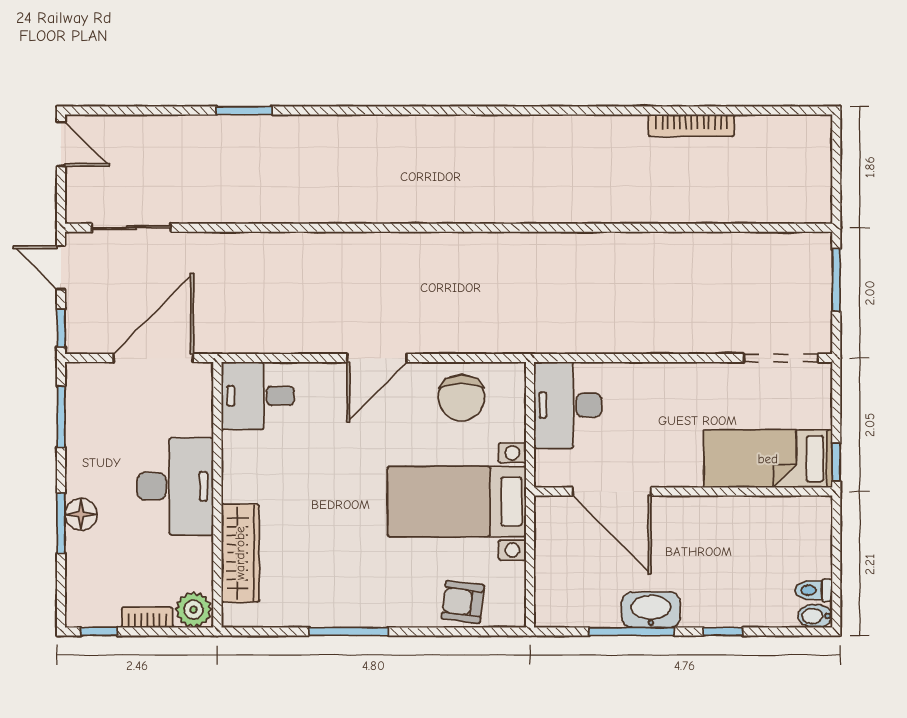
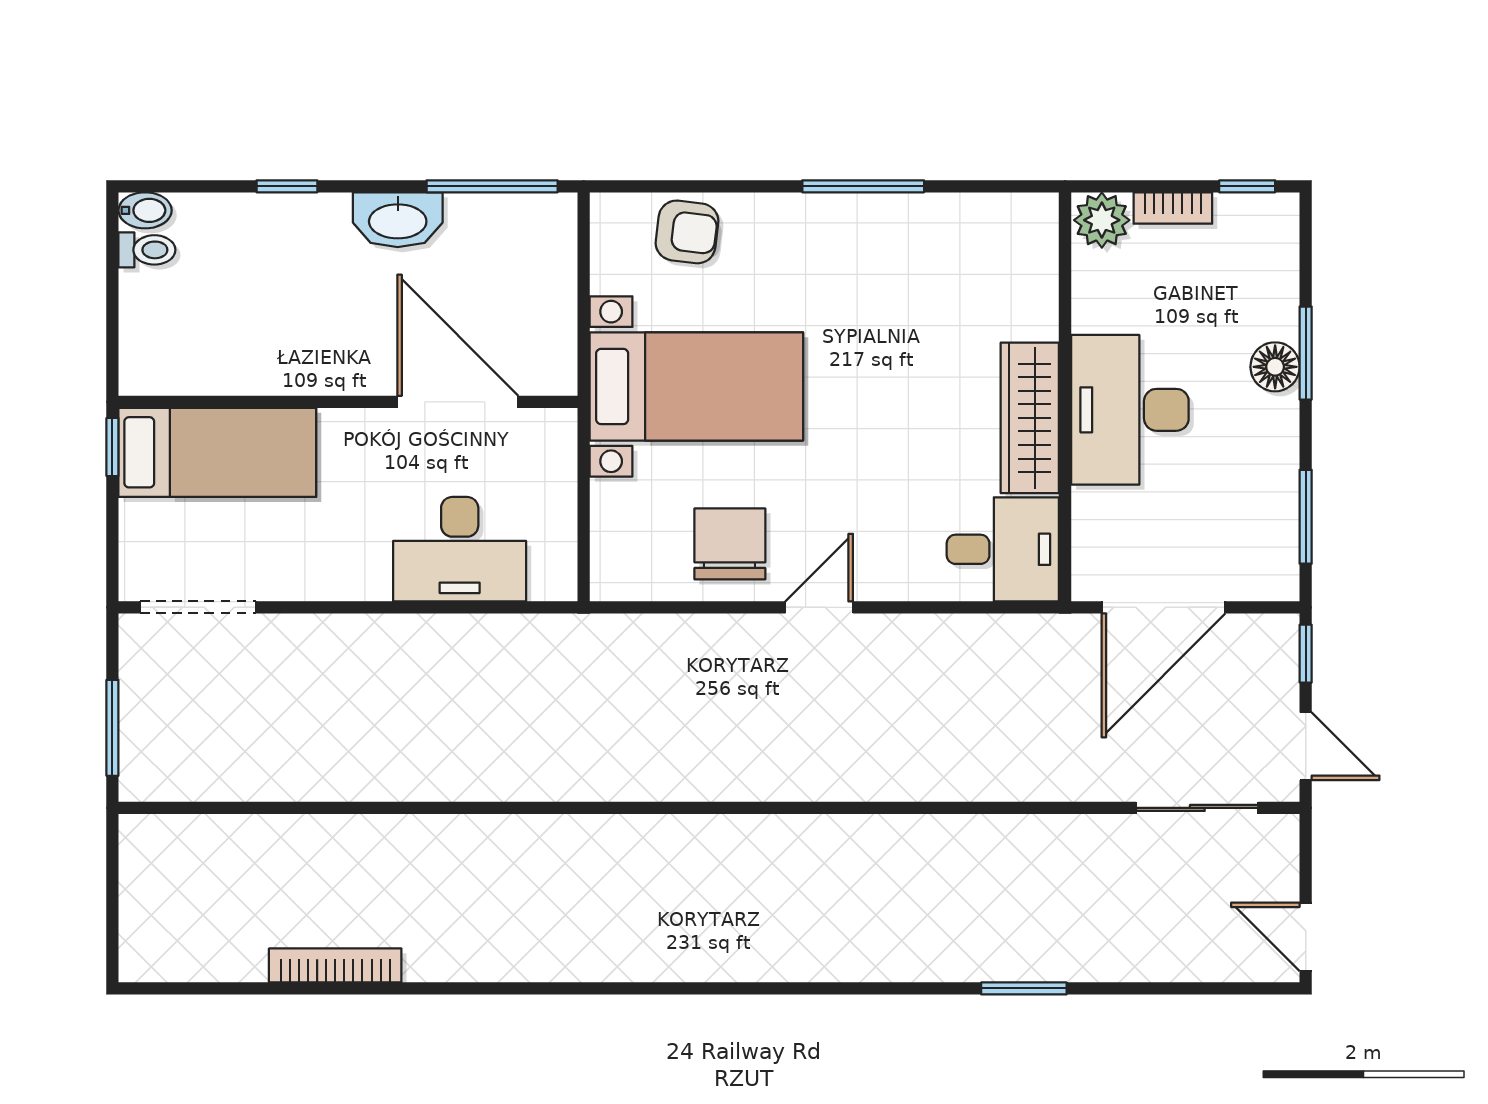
door: (377, 358) -> (819, 607), width x0.73
chair: (461, 398) -> (730, 544), moved
desk: (568, 405) -> (460, 549), moved, turned 90
wardrobe: (240, 553) -> (1030, 418), moved
window: (631, 632) -> (492, 186), moved

